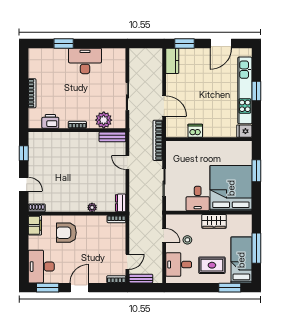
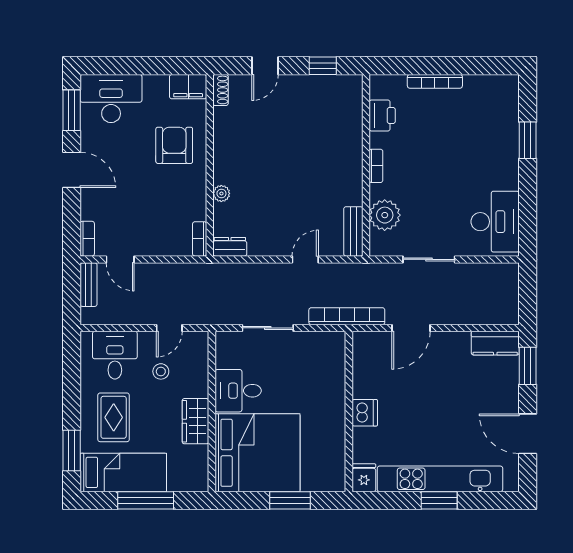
desk: (85, 61) -> (495, 222), moved
dishwasher: (195, 131) -> (365, 413), moved

